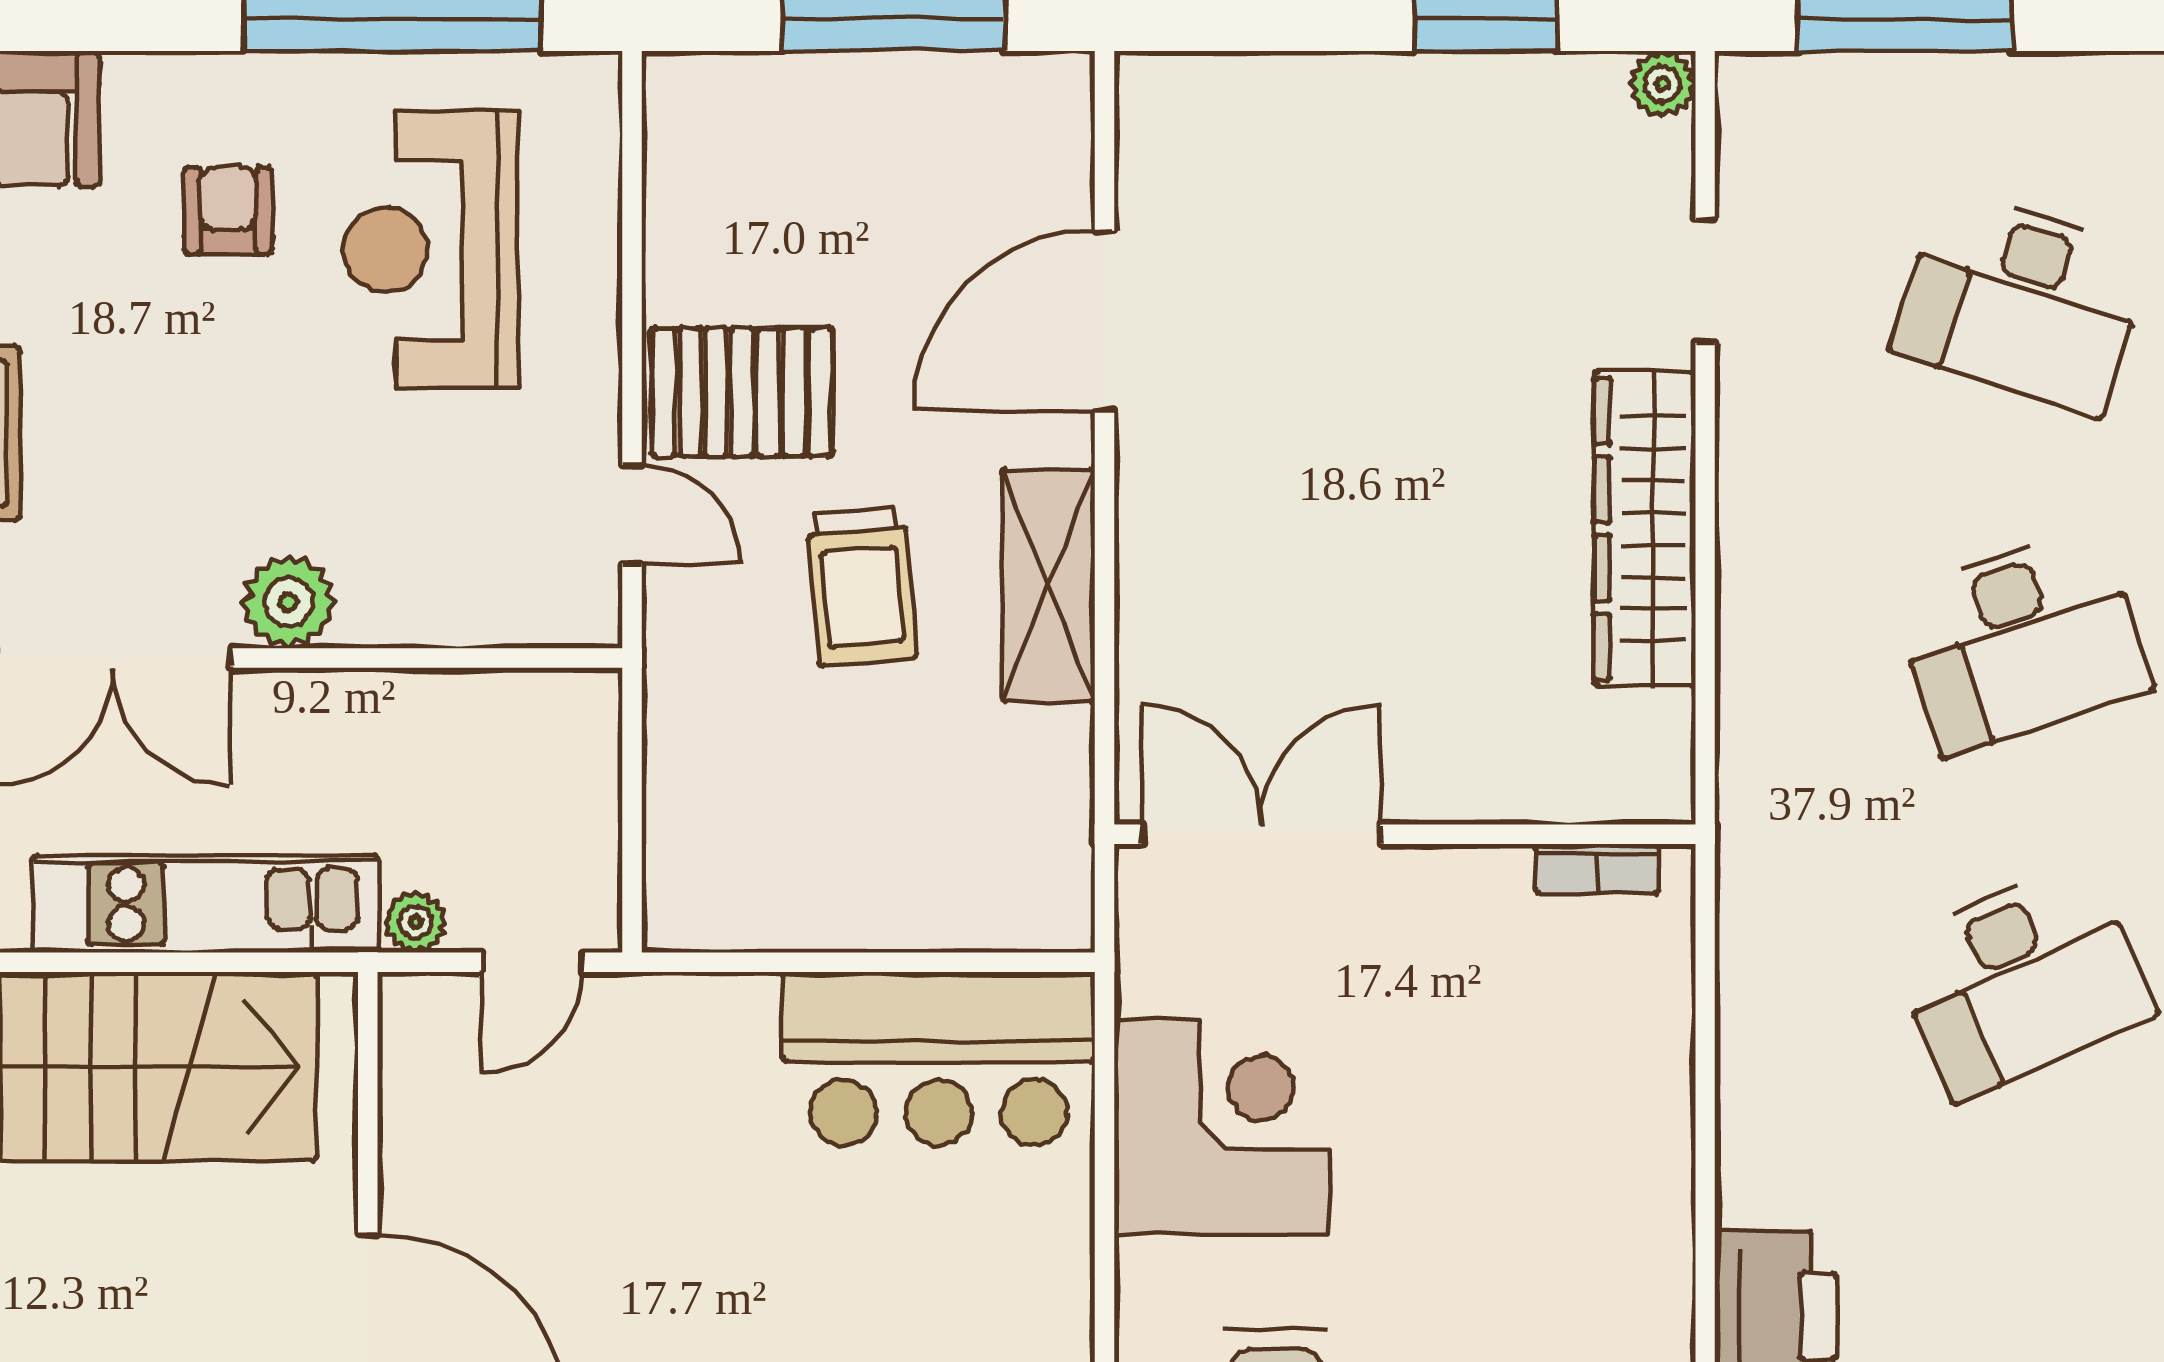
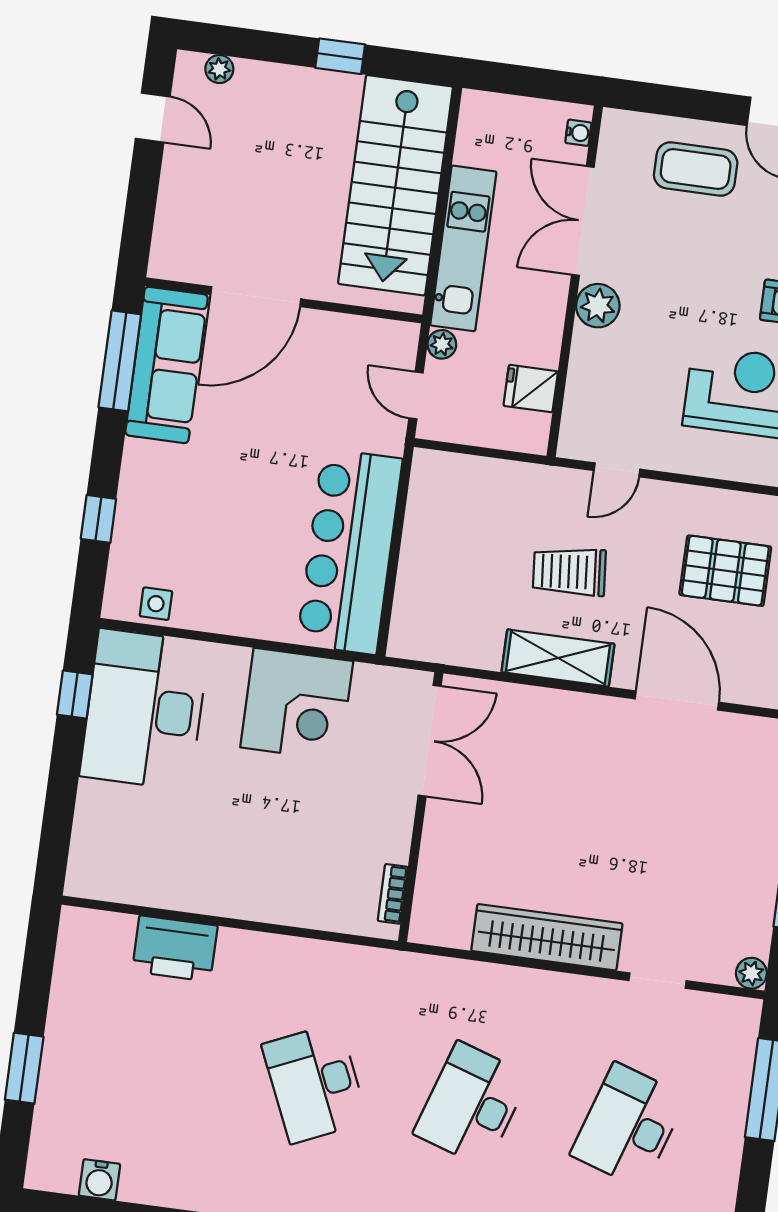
pallet: (742, 392) -> (725, 571), moved, turned 90
desk: (2021, 641) -> (472, 1104), turned 36
fridge: (484, 721) -> (531, 389), added
bar counter: (939, 1059) -> (350, 552), width x1.36

